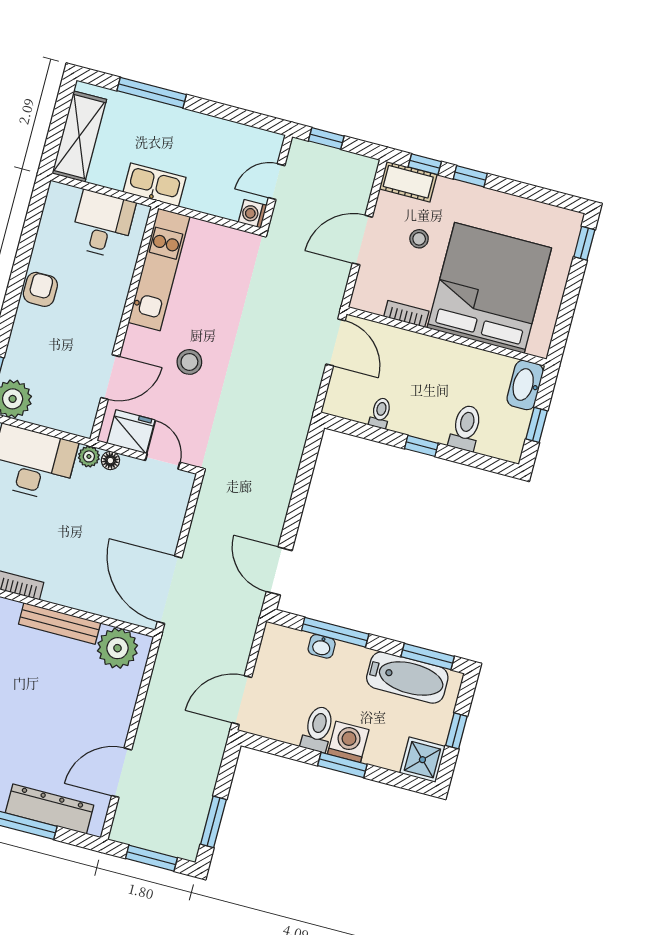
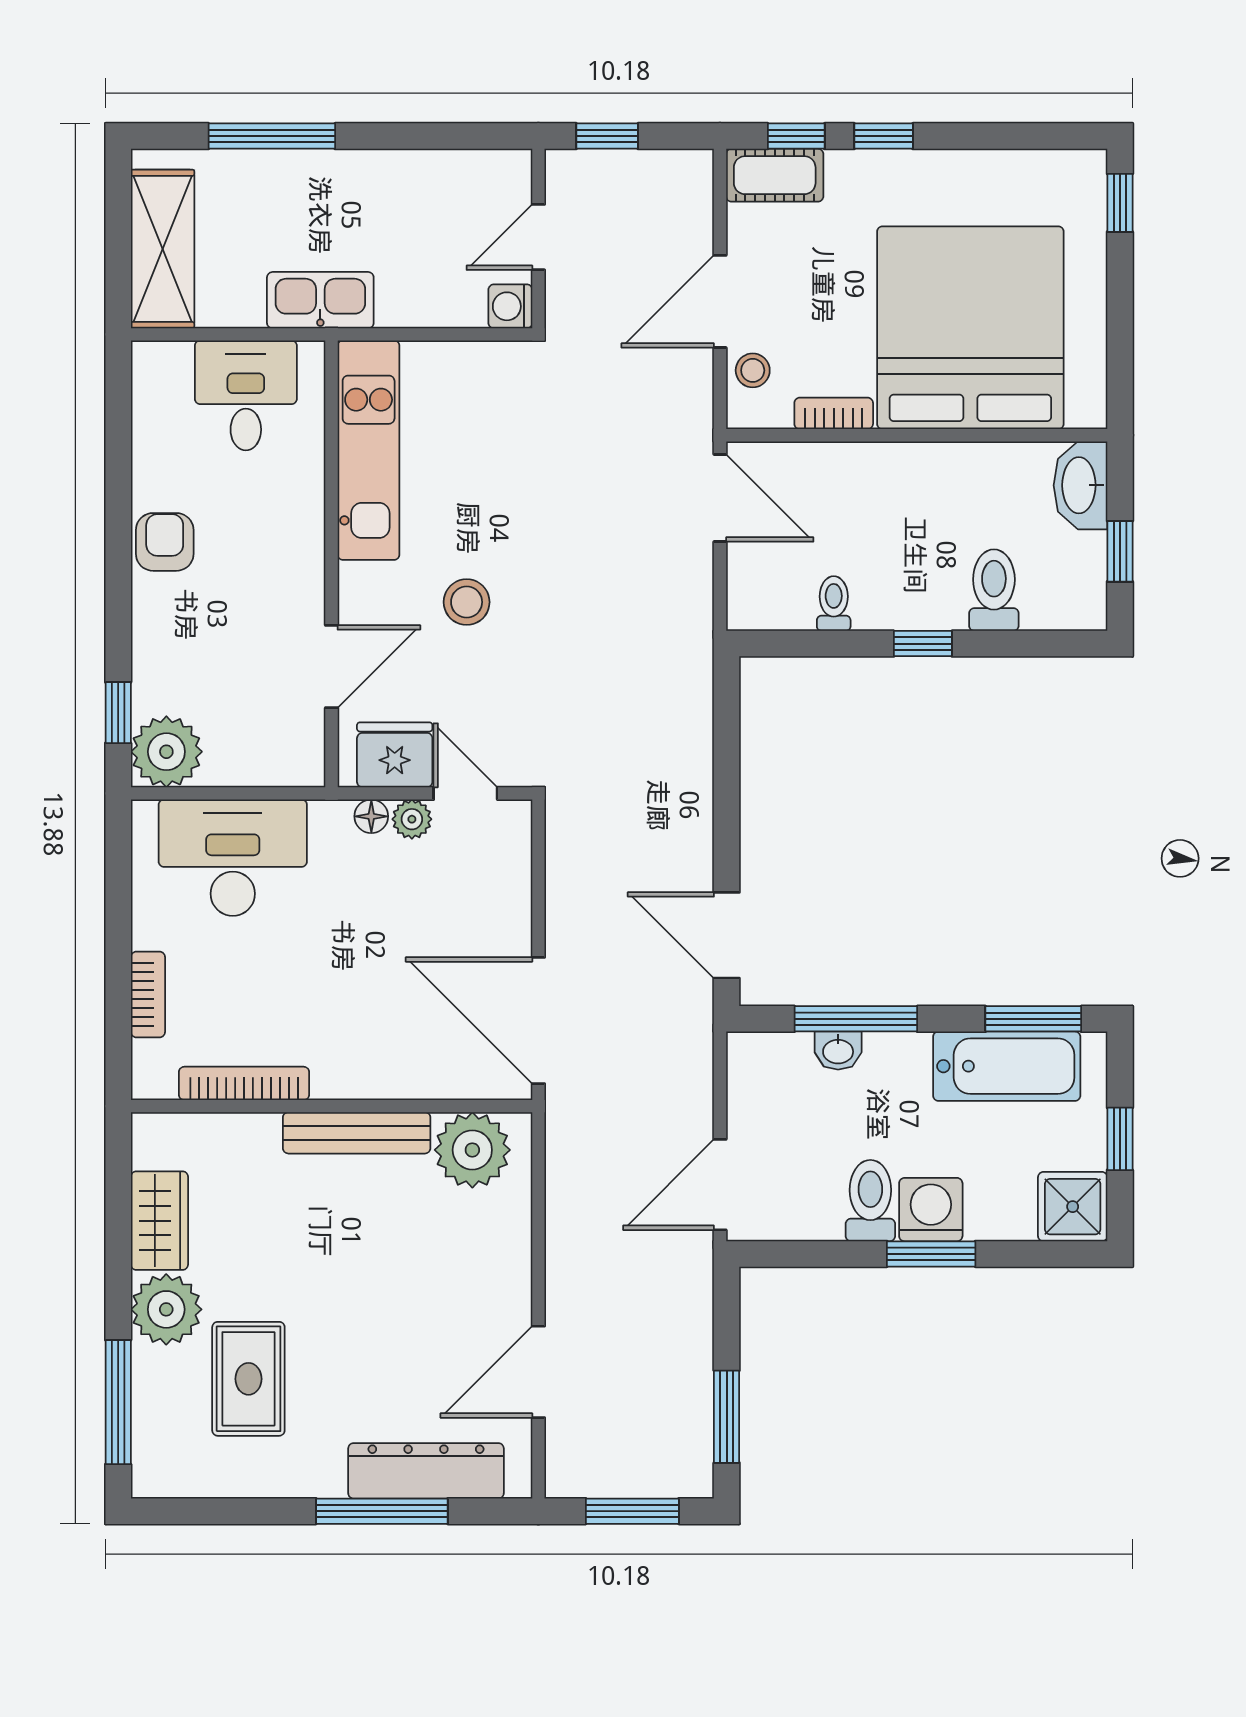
stool: (419, 239) -> (753, 370), moved
plant: (89, 456) -> (412, 819), moved

